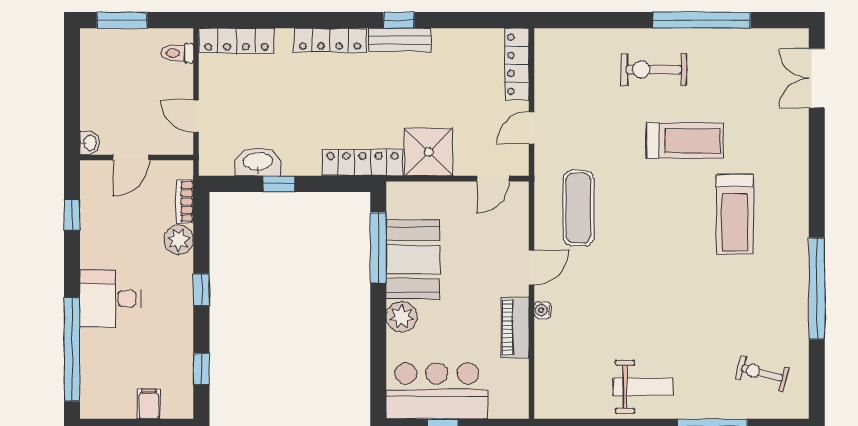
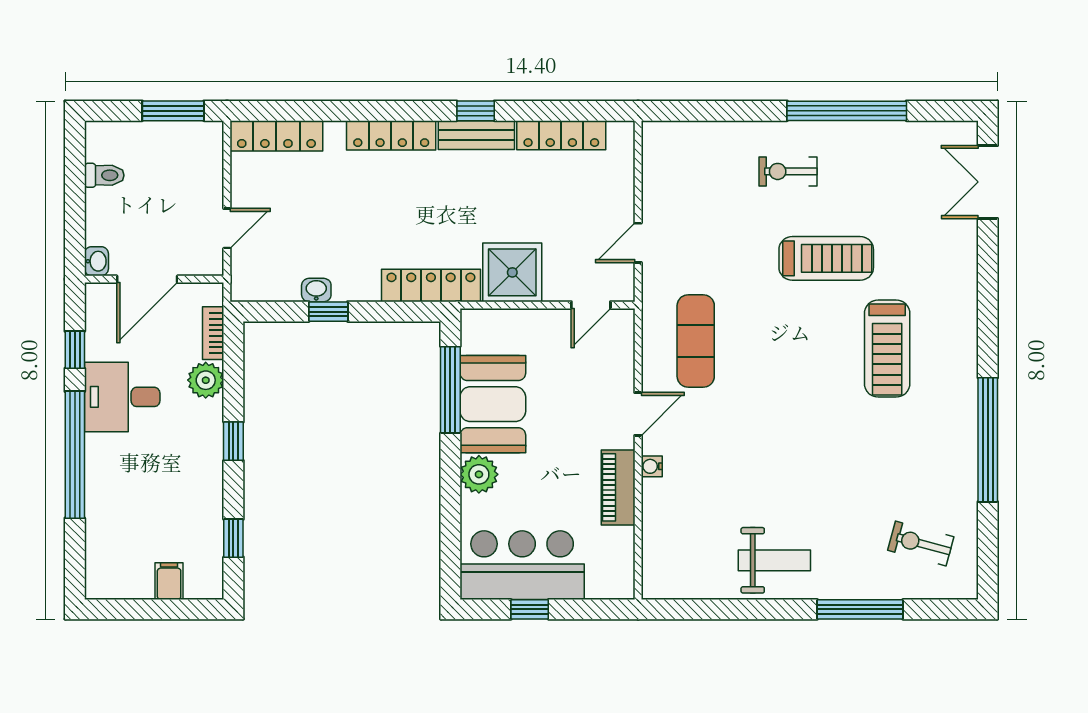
window: (122, 20) -> (173, 111), moved
toilet: (177, 53) -> (104, 175), moved, turned 180
locker: (517, 64) -> (561, 135), moved, turned -90
exercise bike: (654, 70) -> (788, 171), width x0.73, depth x0.72
door: (196, 116) -> (227, 228), swing flipped
door: (131, 157) -> (147, 279), width x1.38
washbasin: (258, 162) -> (316, 290), width x0.52, depth x0.69
desk: (111, 299) -> (122, 397), moved
window: (72, 349) -> (75, 455), moved

